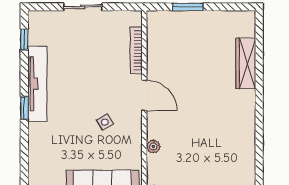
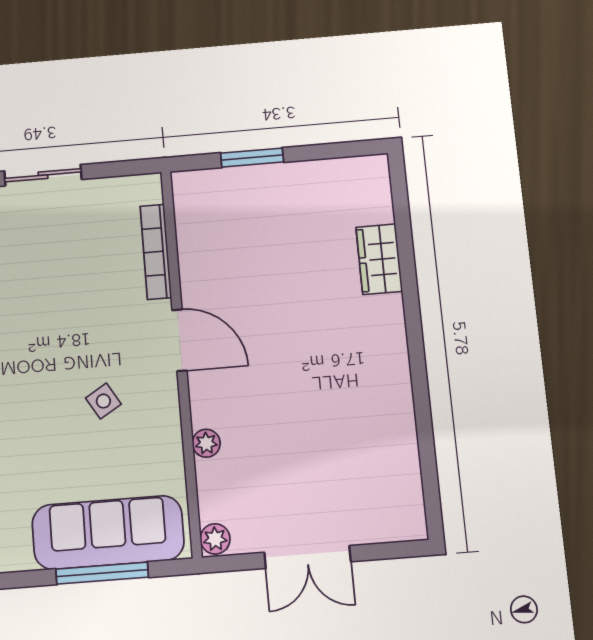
wardrobe: (246, 63) -> (379, 259), width x0.67

